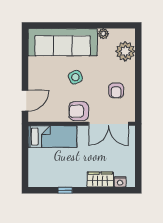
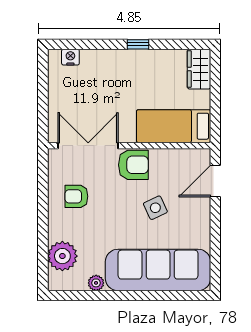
side table: (75, 77) -> (155, 208), moved
armchair: (116, 90) -> (76, 196), turned -90
wardrobe: (100, 180) -> (199, 69), moved, turned 90
window: (65, 190) -> (138, 44), moved

